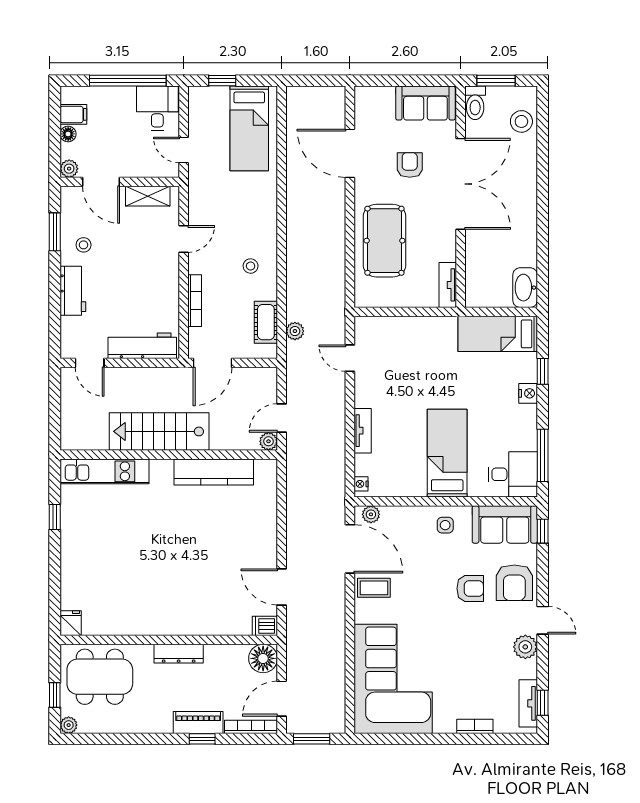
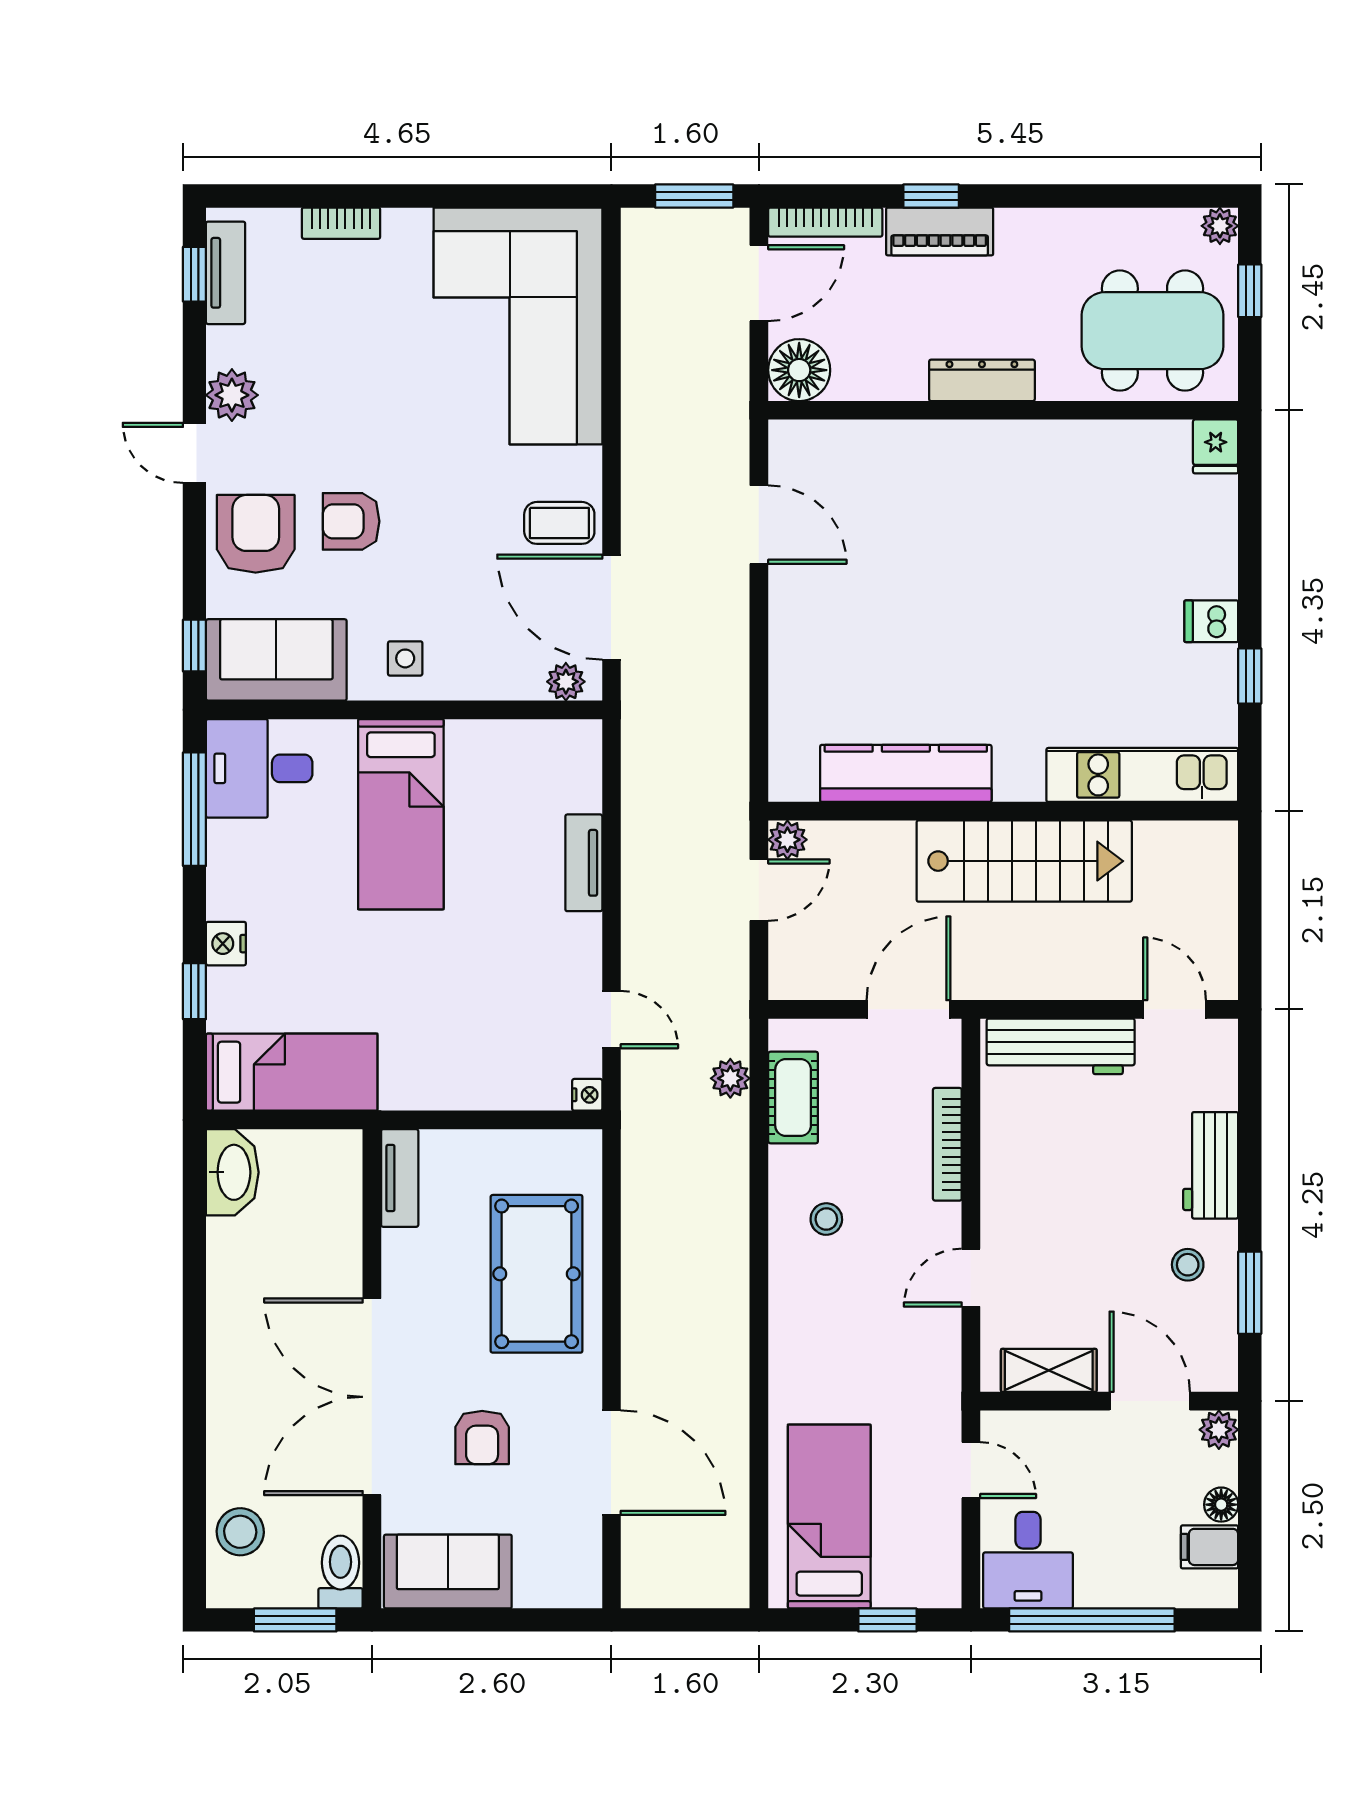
nightstand: (361, 484) -> (587, 1095), moved
dishwasher: (265, 626) -> (1211, 621), moved, turned 180

